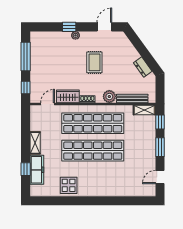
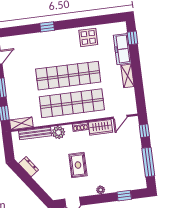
window: (69, 27) -> (124, 196), moved
window: (26, 169) -> (132, 38), moved
window: (107, 201) -> (47, 27), added

